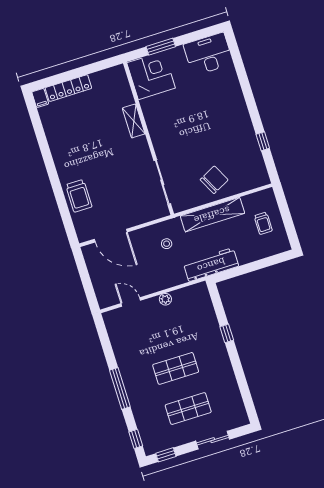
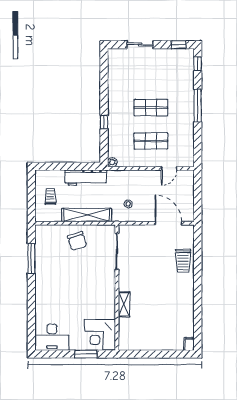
locker: (68, 88) -> (165, 345), removed
window: (263, 141) -> (31, 258), width x2.17
chair: (214, 180) -> (77, 241), turned -81
trolley: (79, 196) -> (183, 261), turned 180
workbench: (211, 265) -> (86, 178), moved
plant: (165, 299) -> (112, 162), moved
door: (131, 302) -> (169, 168), hinge flipped
shop shelf: (188, 409) -> (151, 141), moved

